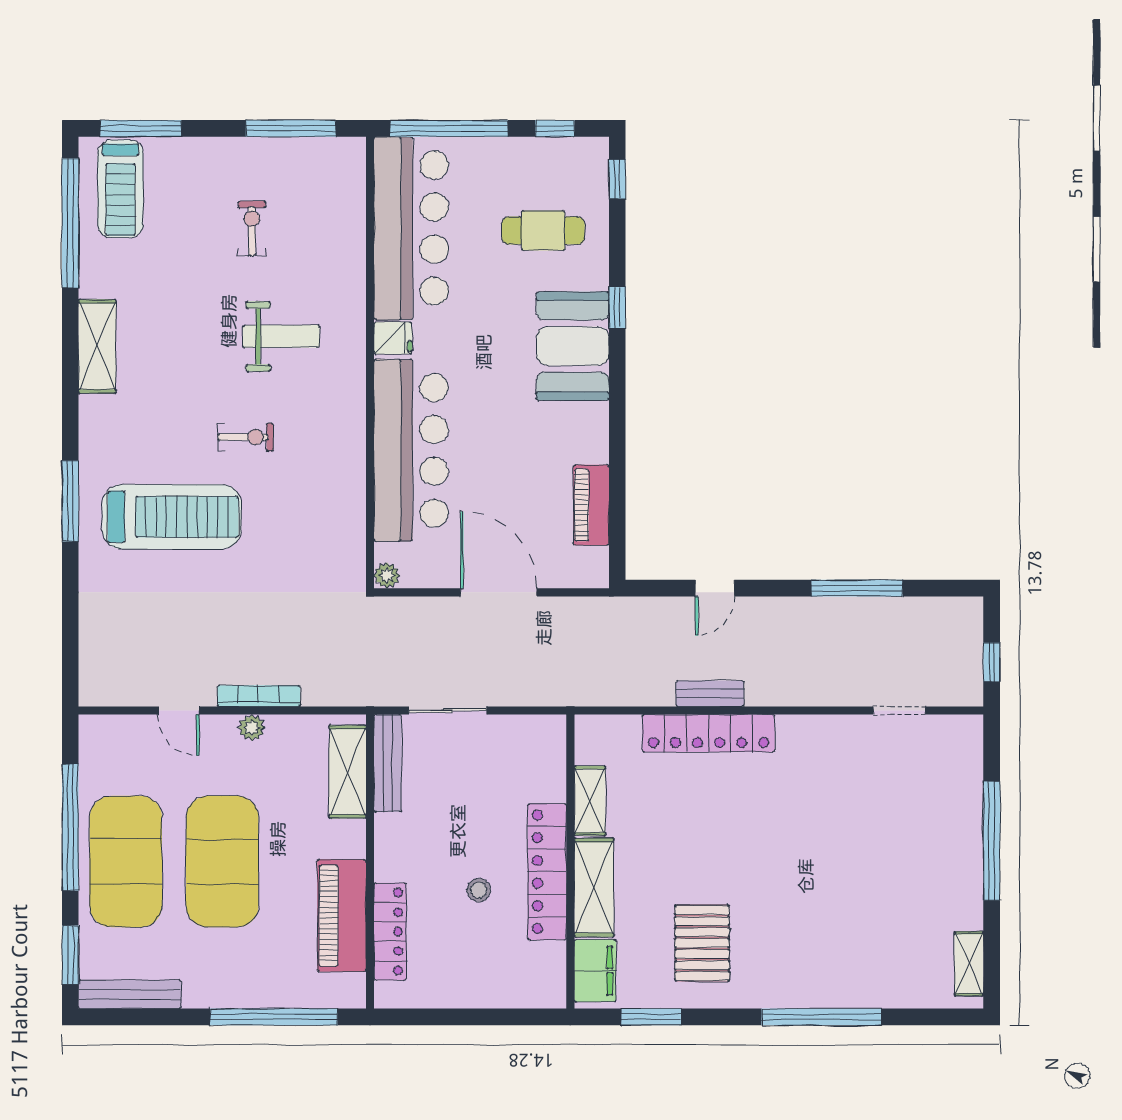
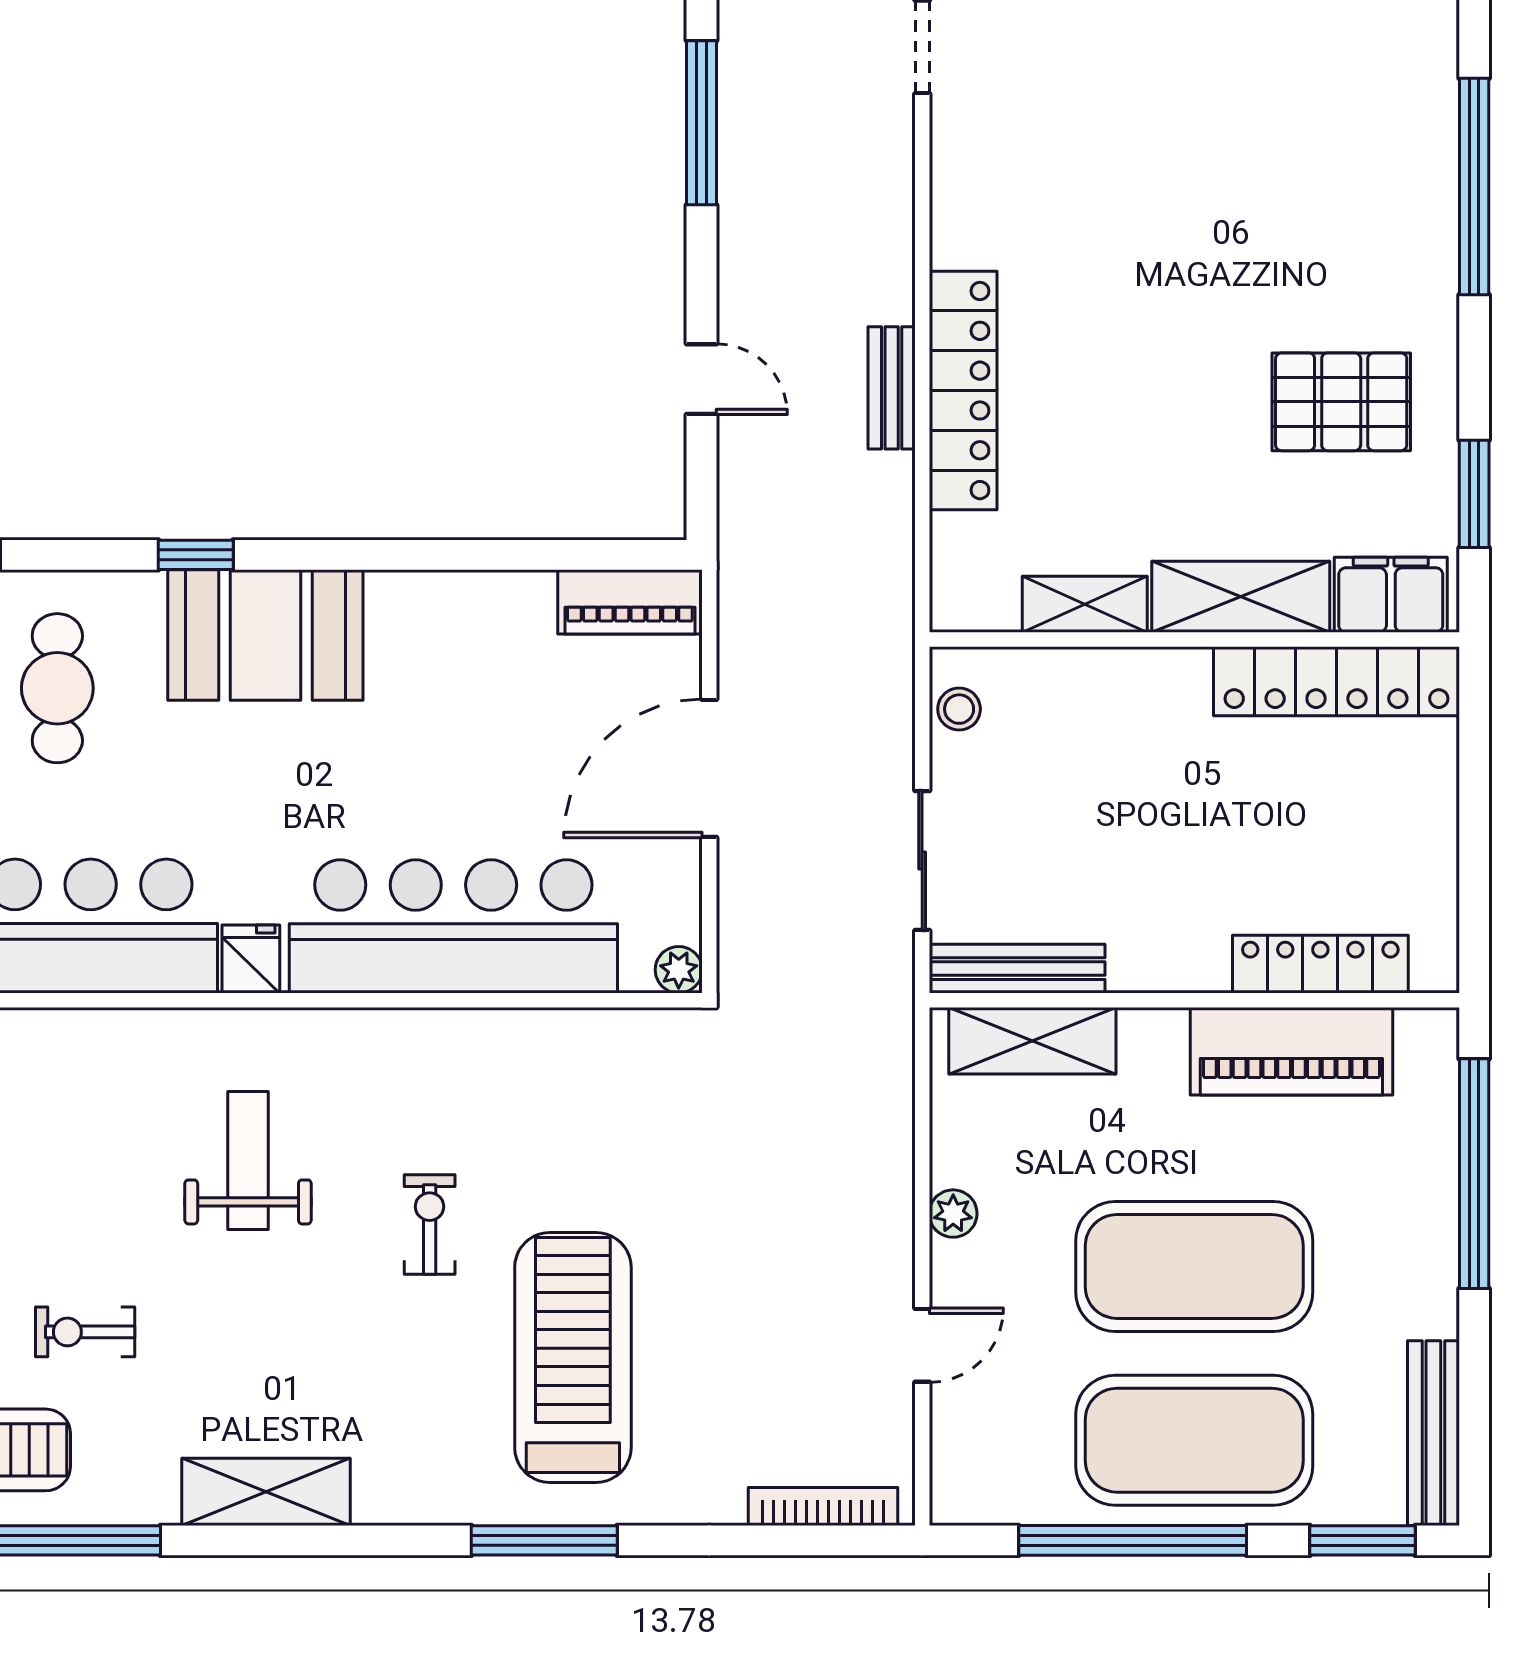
exercise bike: (252, 229) -> (85, 1332), moved
piano: (591, 505) -> (630, 602), moved
bookcase: (259, 696) -> (823, 1506), moved, turned 90
locker: (547, 872) -> (1337, 681), moved
stool: (479, 890) -> (959, 709), moved

